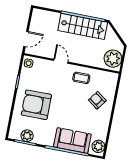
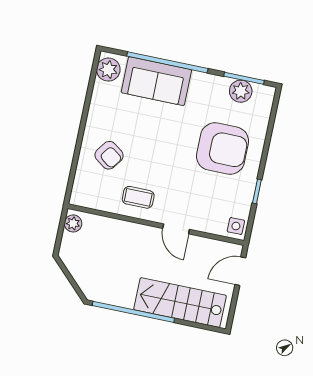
stairs: (83, 26) -> (180, 303), moved
plant: (113, 59) -> (73, 223), width x0.53, depth x0.53

